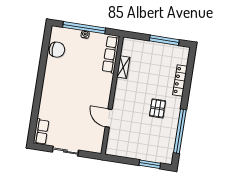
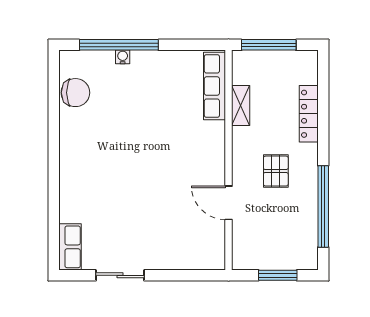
row of seats: (111, 54) -> (215, 86), moved
shelving: (123, 67) -> (241, 106), moved
wall: (112, 95) -> (229, 160), moved
door: (109, 118) -> (229, 203), moved

